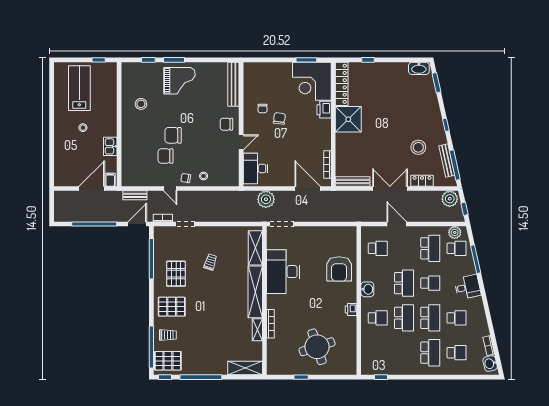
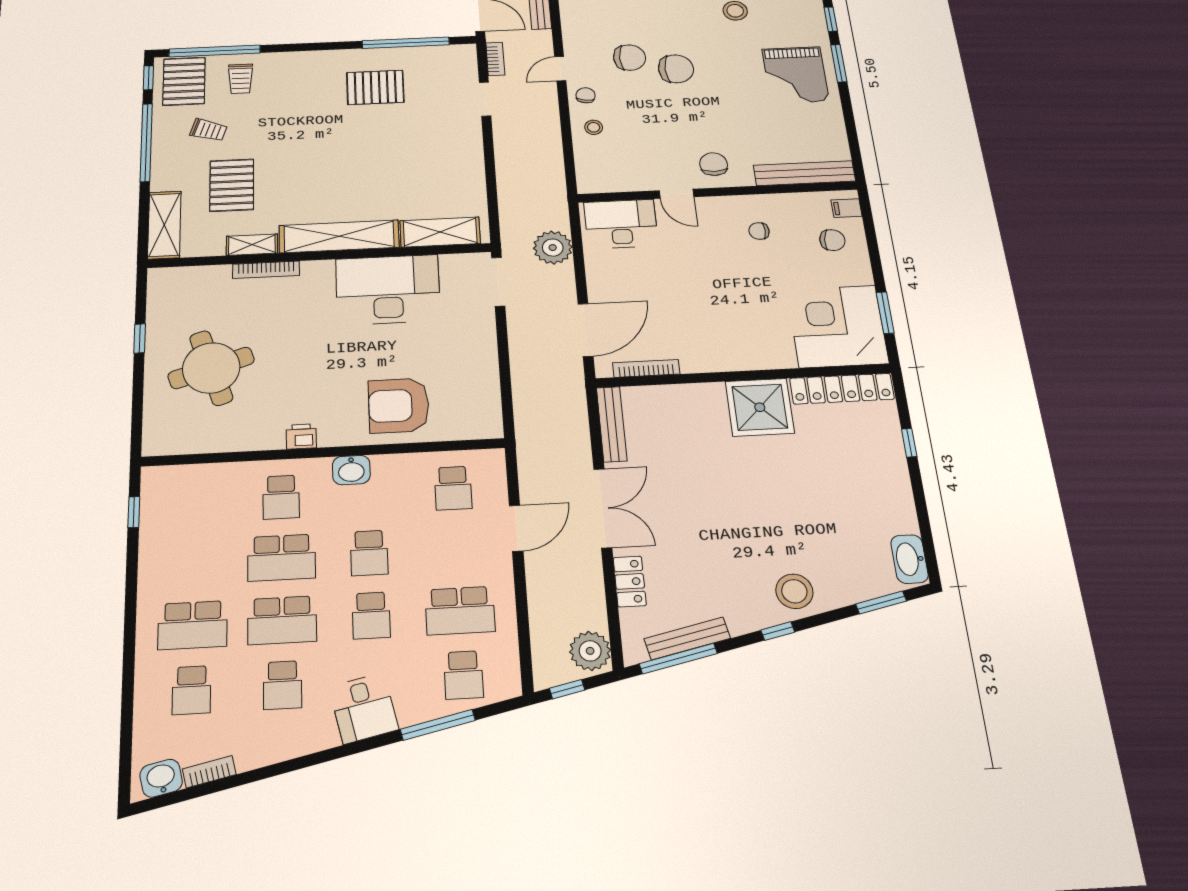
filing cabinet: (253, 68) -> (847, 208), added
printer: (324, 110) -> (775, 355), removed
chair: (279, 118) -> (832, 240), moved
chair: (173, 135) -> (676, 69), turned 90
stool: (418, 147) -> (794, 591), moved
chair: (165, 156) -> (630, 58), turned 90
plant: (455, 232) -> (504, 668), removed
trolley: (210, 262) -> (208, 130), moved
school desk: (404, 283) -> (369, 553), width x0.54
pallet: (172, 307) -> (232, 185), moved

